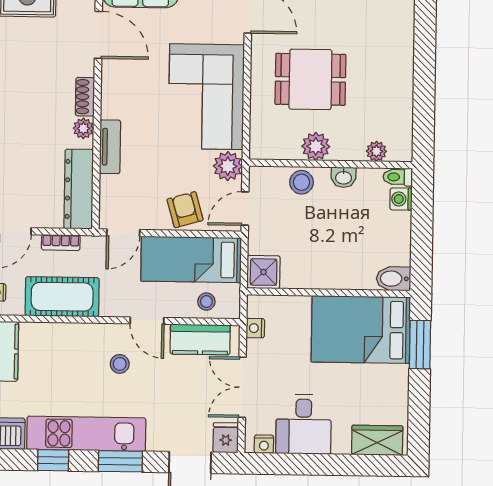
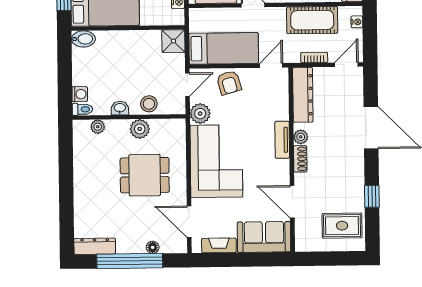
tv unit: (110, 147) -> (282, 140), moved
stool: (206, 302) -> (212, 20), removed

